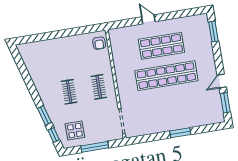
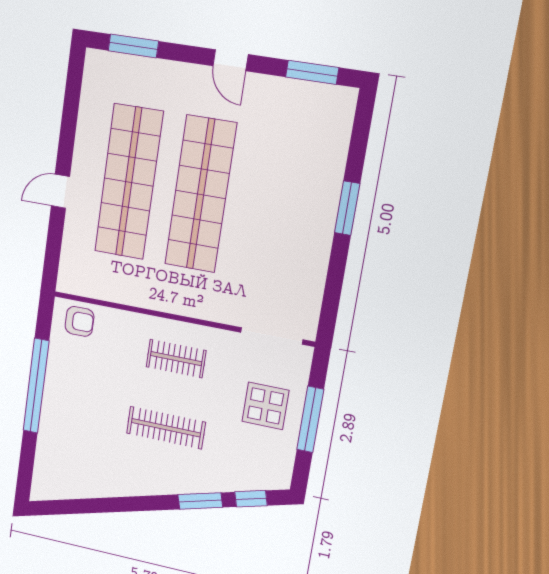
window: (66, 33) -> (36, 386), added
shop shelf: (161, 46) -> (129, 182), width x1.40
door: (222, 81) -> (231, 60), moved
clothes rail: (69, 92) -> (166, 428), width x1.36
display table: (75, 131) -> (266, 406), moved

